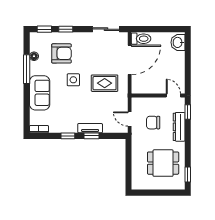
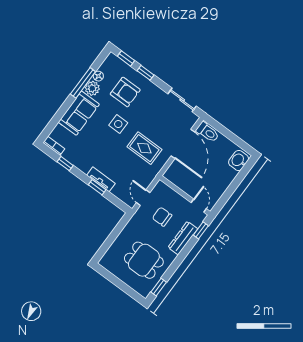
door: (130, 60) -> (183, 144), hinge flipped
plant: (36, 68) -> (92, 88), added
window: (68, 136) -> (65, 164), moved

